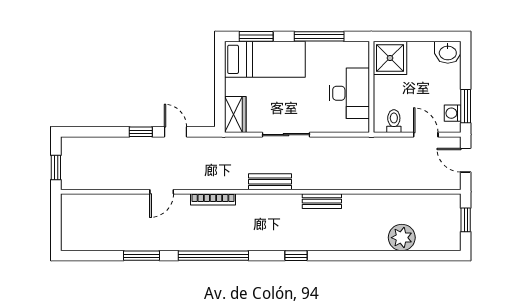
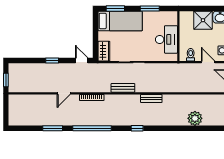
window: (319, 36) -> (150, 8), width x0.69
shower: (390, 58) -> (203, 20), moved
door: (175, 132) -> (82, 61), moved

